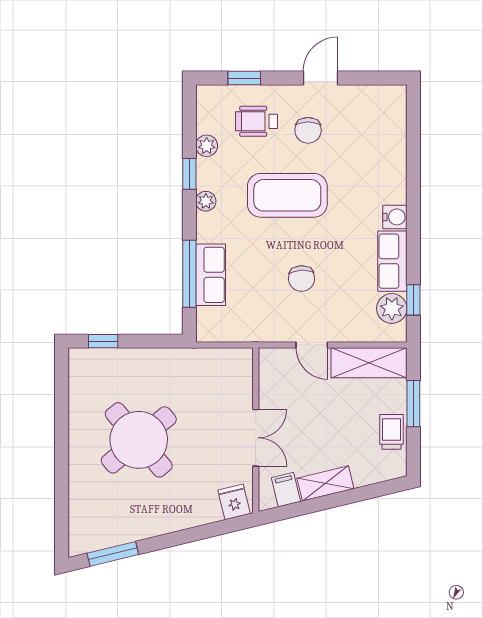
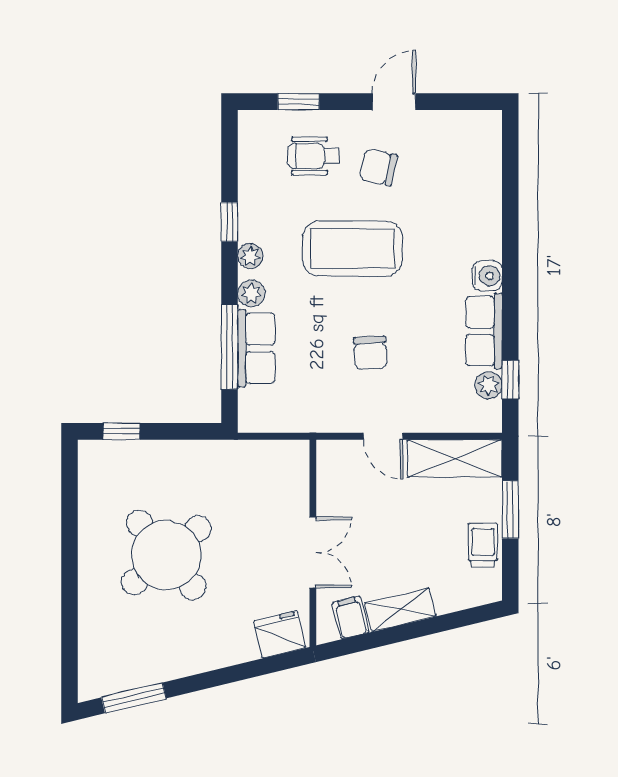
chair: (308, 130) -> (378, 167), turned 102
plant: (207, 146) -> (251, 293), moved
plant: (392, 308) -> (488, 385), width x0.73, depth x0.73
fridge: (234, 502) -> (280, 634), width x1.38

